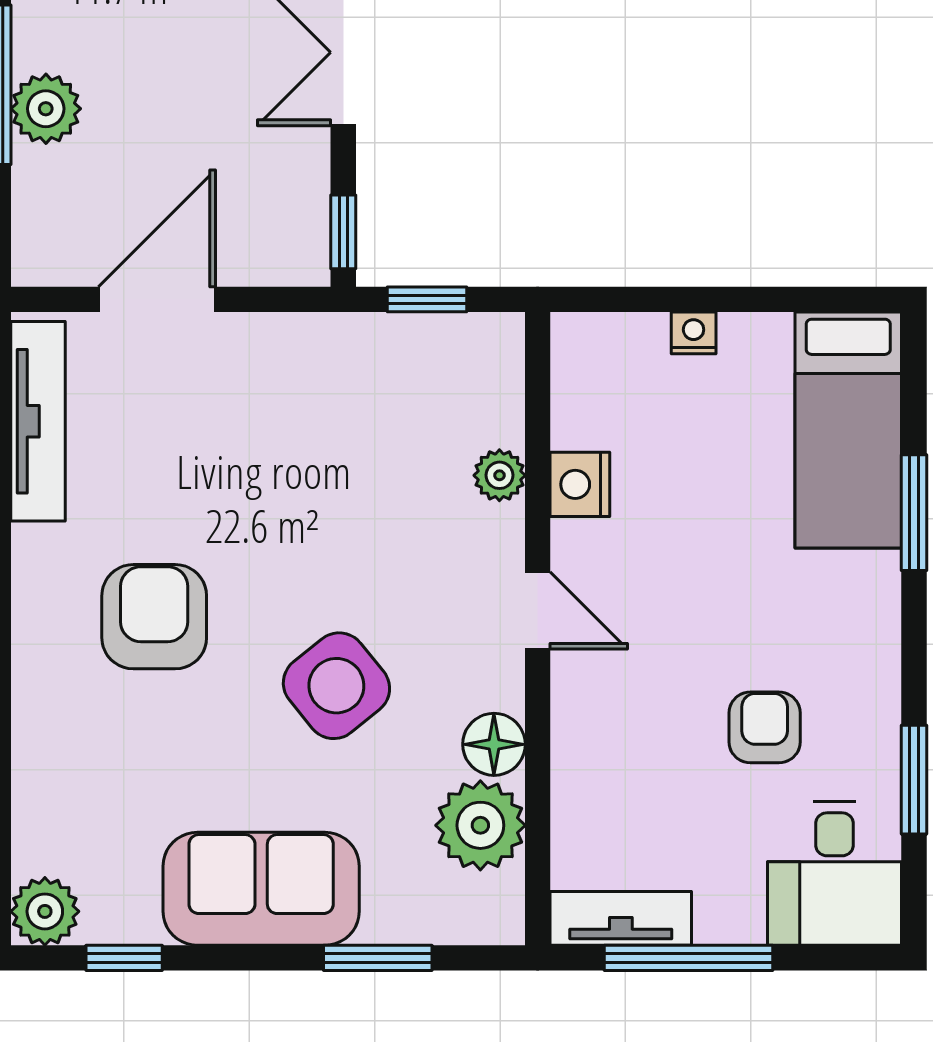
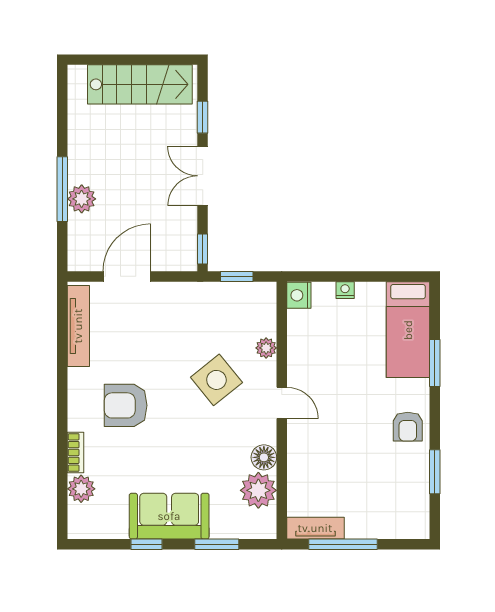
nightstand: (580, 484) -> (299, 295), moved
armchair: (154, 617) -> (126, 405), turned -90
side table: (336, 686) -> (216, 380), moved
armchair: (765, 727) -> (408, 427), moved, turned 180
bookcase: (31, 732) -> (76, 452), added
desk: (835, 873) -> (402, 510), removed
plant: (45, 911) -> (81, 489), moved
window: (124, 958) -> (146, 544), moved

